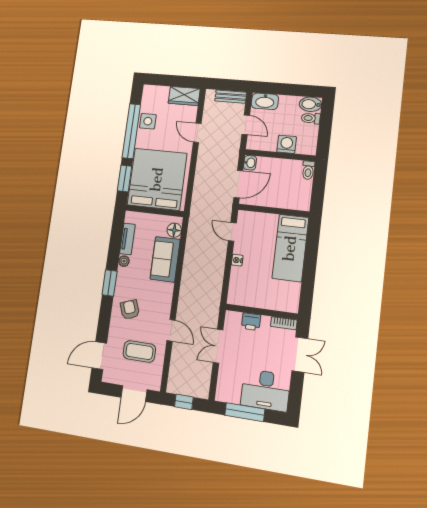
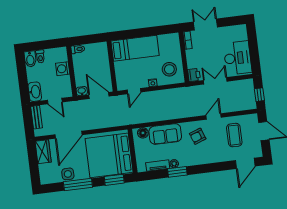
door: (246, 125) -> (55, 101), swing flipped
window: (131, 131) -> (78, 184), width x0.68
door: (197, 133) -> (68, 135), width x1.88
window: (110, 283) -> (177, 172), moved
stool: (250, 287) -> (169, 69), added
armchair: (130, 310) -> (198, 136), moved
printer: (251, 322) -> (194, 75), moved
double door: (218, 346) -> (215, 81), swing flipped
door: (99, 356) -> (245, 163), hinge flipped
desk: (265, 390) -> (237, 58), moved
window: (245, 412) -> (254, 52), removed

